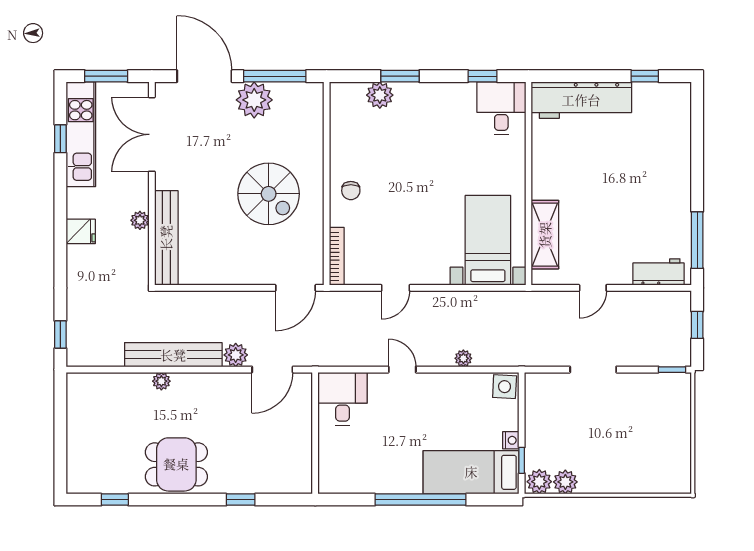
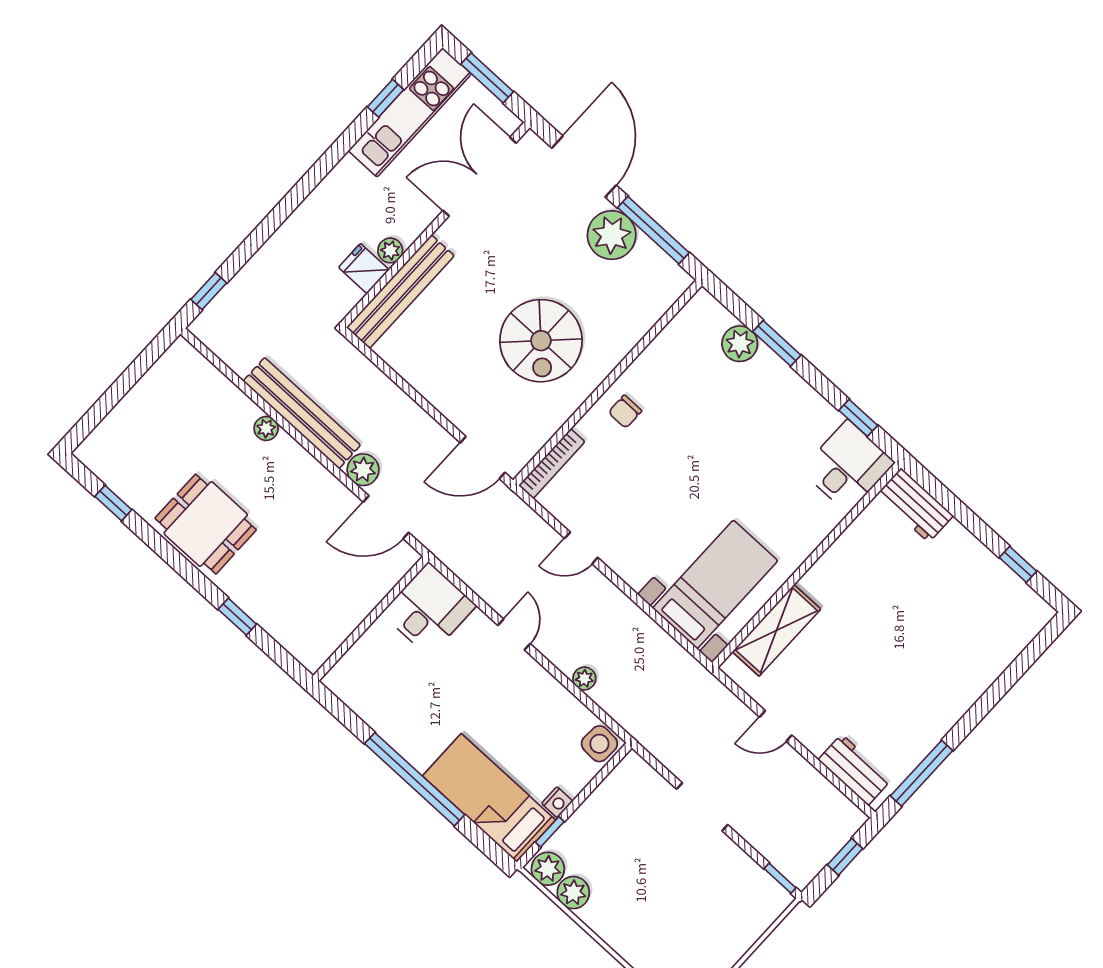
workbench: (581, 100) -> (915, 505), width x0.53, depth x0.76
fridge: (81, 231) -> (364, 269), moved, turned 180

